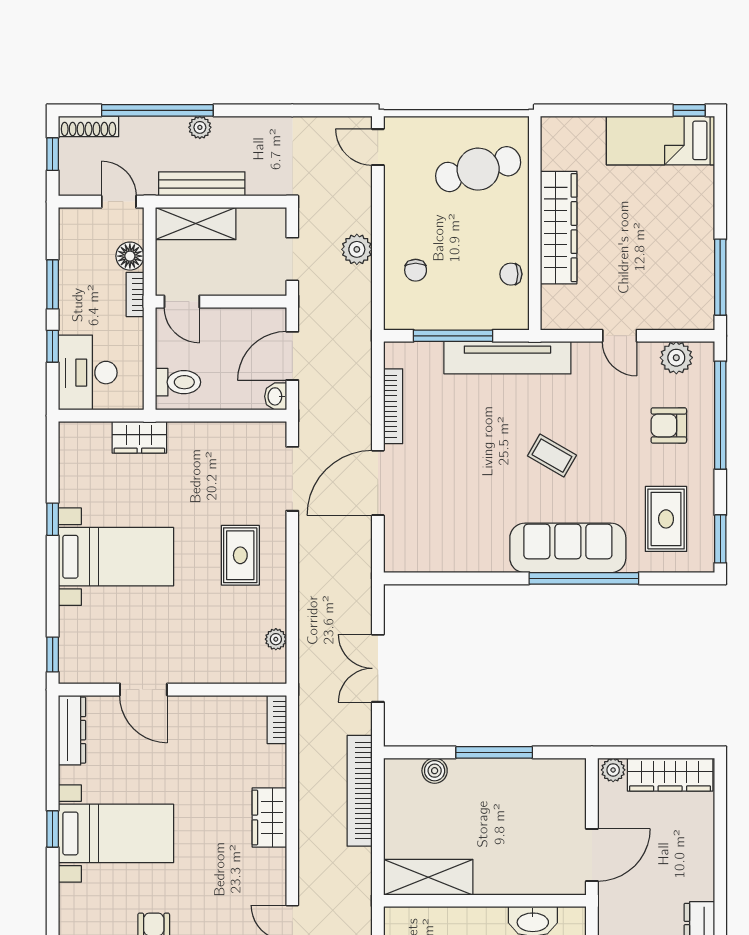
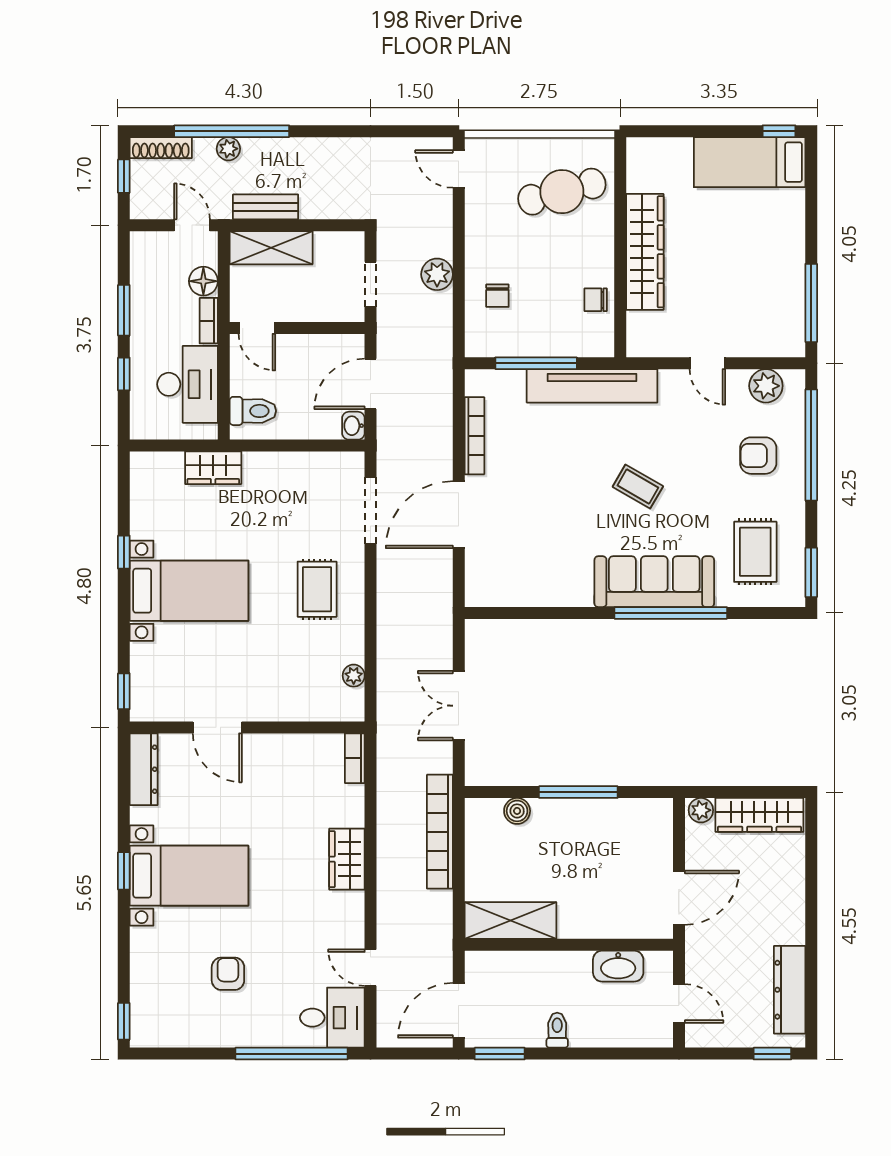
plant: (200, 127) -> (228, 149), moved
bench: (202, 184) -> (266, 207), width x0.73
desk: (88, 373) -> (188, 384), moved, turned 180

